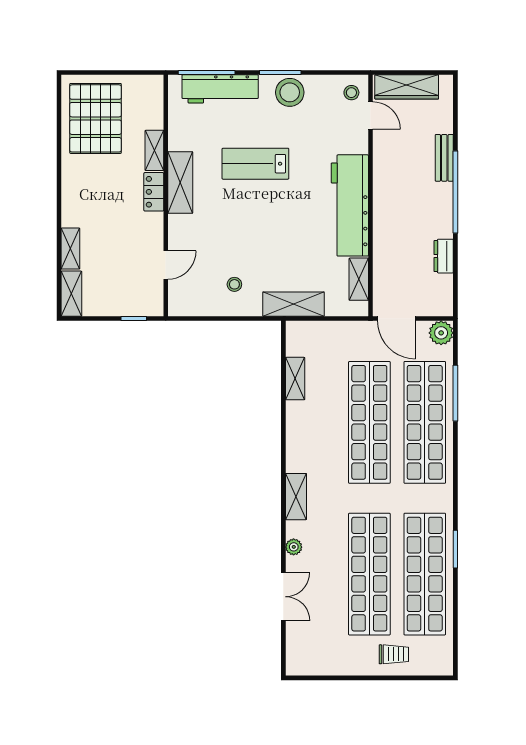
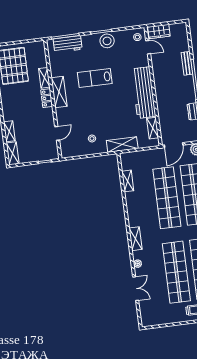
wardrobe: (407, 87) -> (159, 32), width x0.67
workbench: (220, 89) -> (68, 44), width x0.73
door: (396, 319) -> (174, 145), hinge flipped

